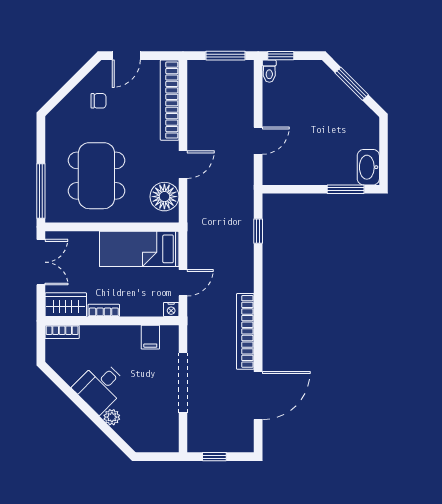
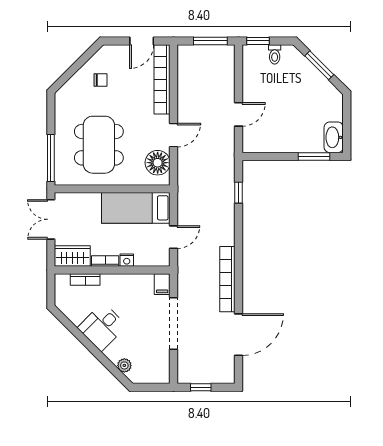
door: (126, 56) -> (142, 41), moved
toilet: (269, 71) -> (275, 54), moved
double door: (41, 262) -> (51, 219), swing flipped
nightstand: (171, 309) -> (127, 260), moved
bookcase: (62, 332) -> (85, 280), moved
filing cabinet: (150, 337) -> (162, 284), moved
plant: (112, 417) -> (124, 365), moved

